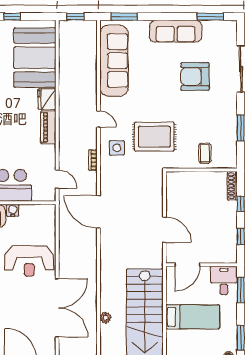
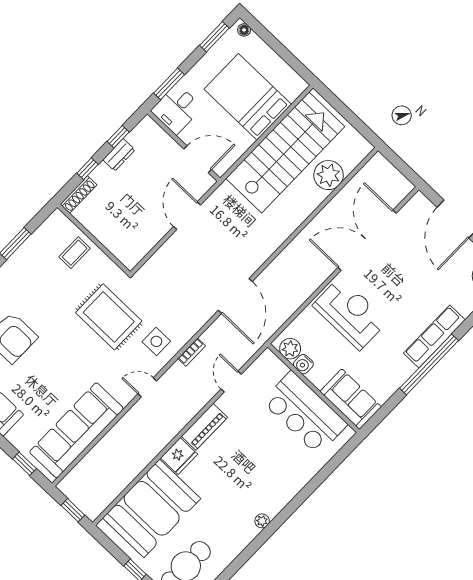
window: (124, 17) -> (24, 464), width x0.67
door: (98, 119) -> (147, 387), hinge flipped
door: (57, 179) -> (231, 382), moved
water cooler: (13, 210) -> (303, 364), moved
plant: (43, 212) -> (290, 349), added
dresser: (231, 227) -> (119, 155), added
bed: (193, 317) -> (248, 97), width x1.50
plant: (105, 318) -> (329, 175), width x1.88, depth x1.88

